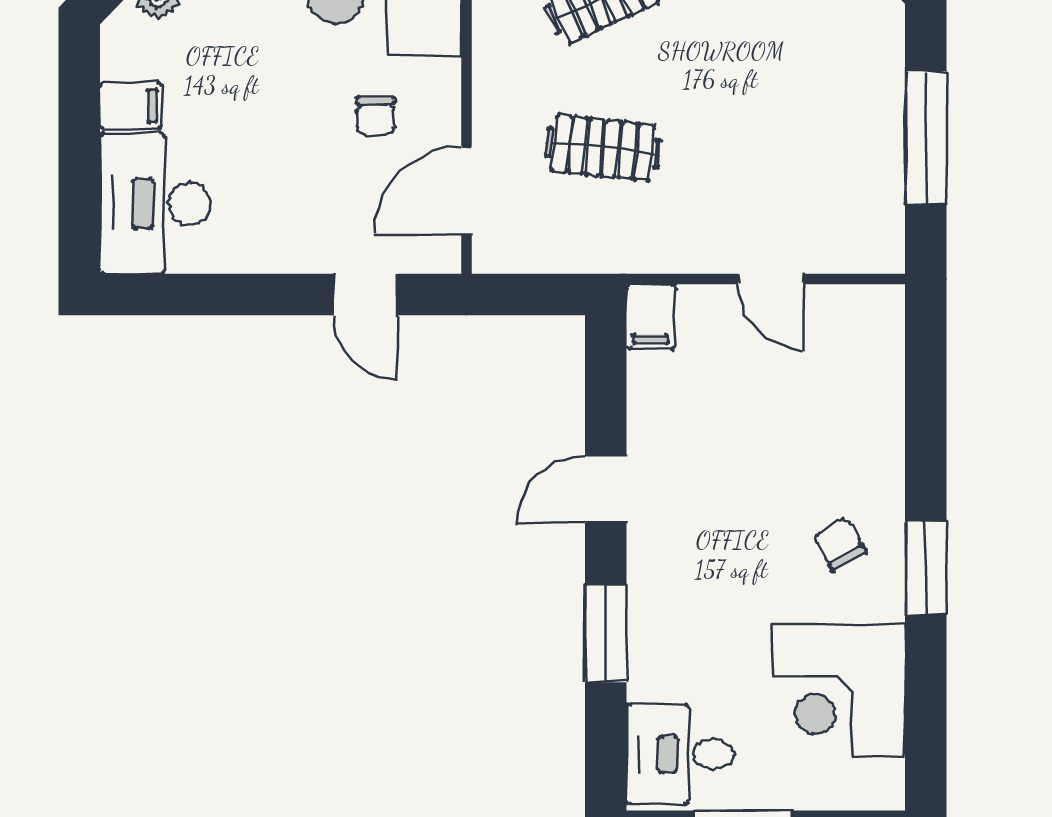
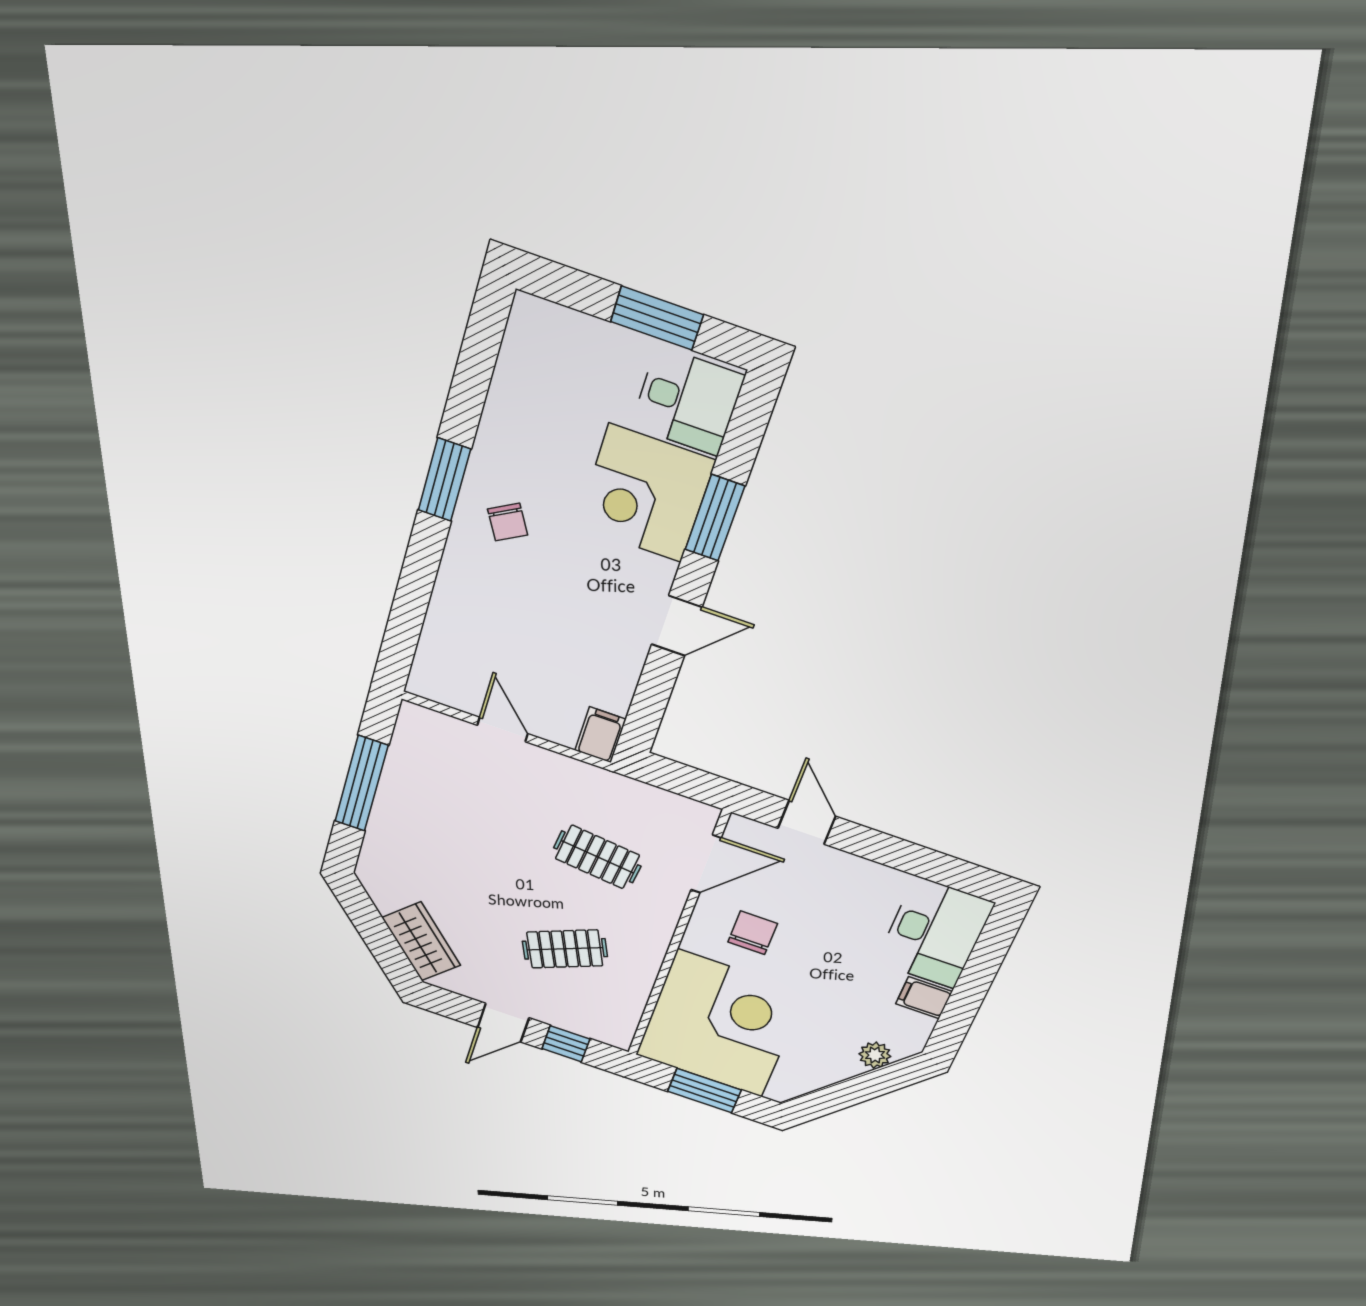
chair: (376, 115) -> (753, 933), width x1.37, depth x1.37
corner desk: (839, 690) -> (645, 493), moved, turned 180

